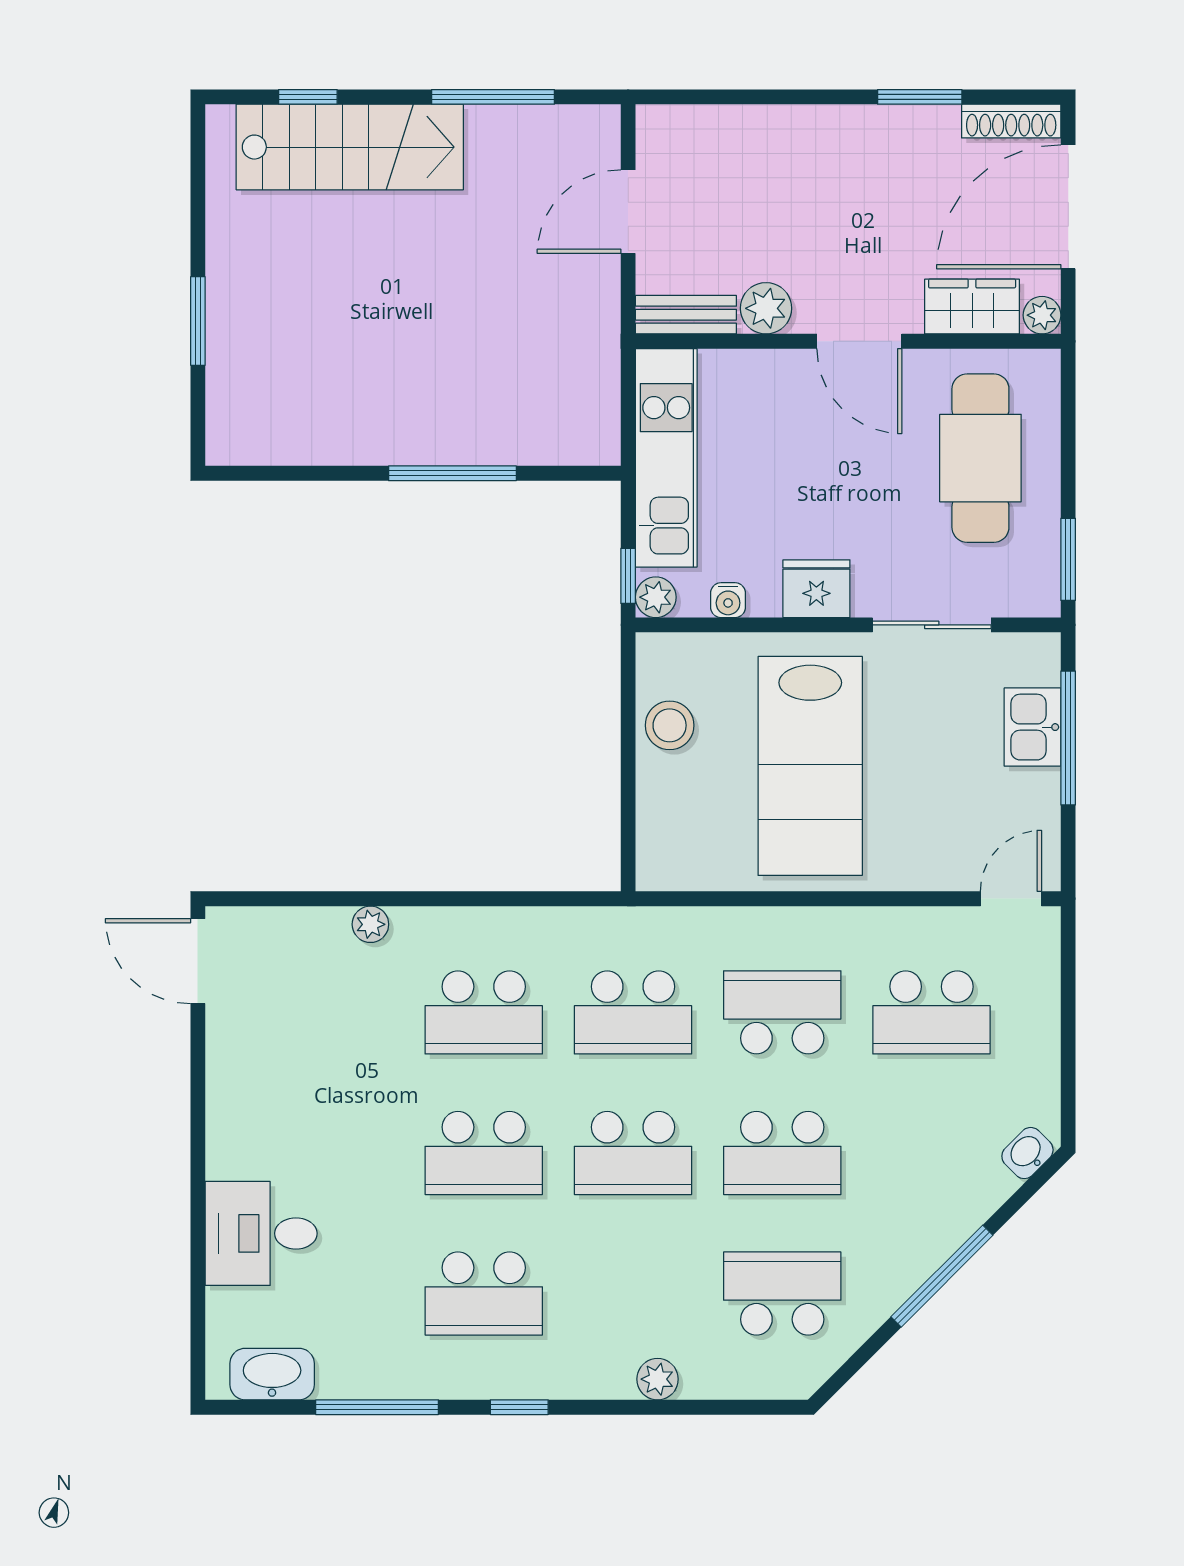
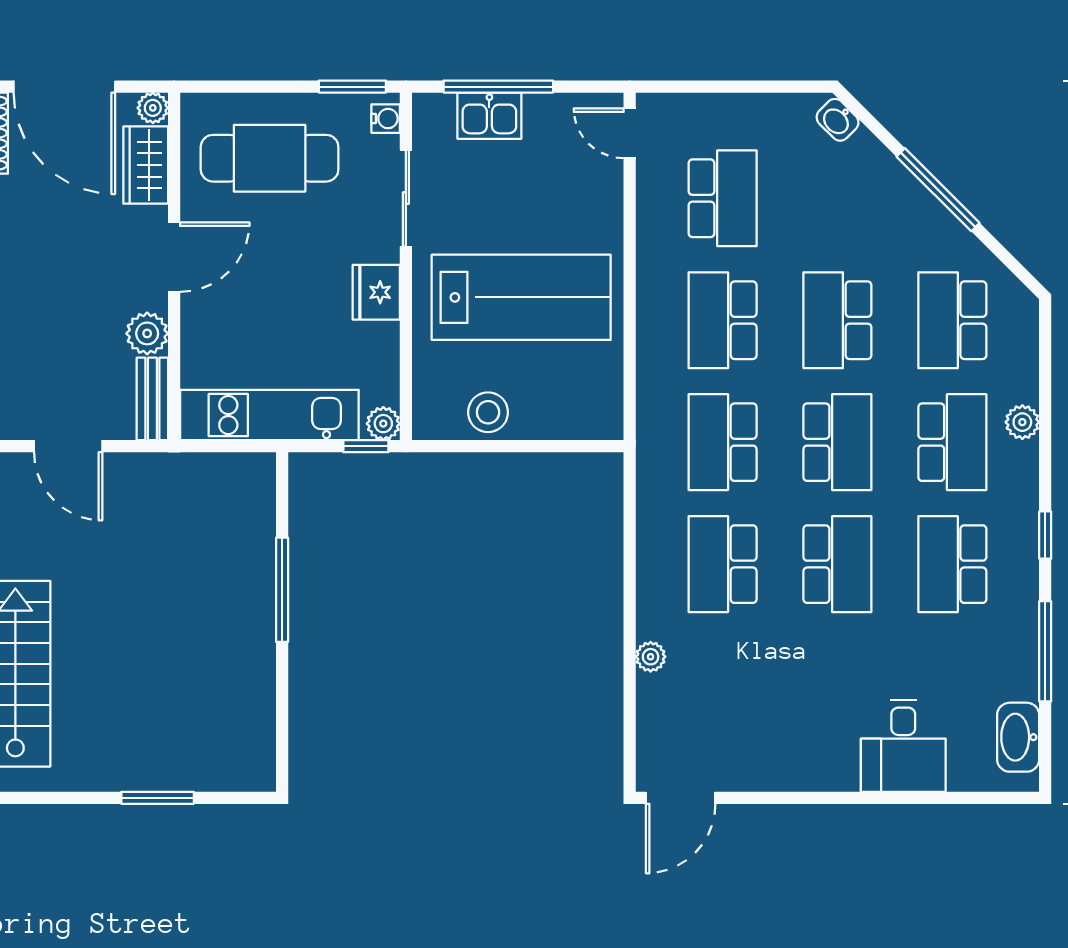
water cooler: (728, 600) -> (386, 119), moved
school desk: (484, 1012) -> (723, 564), turned 180
school desk: (633, 1012) -> (723, 442), turned 180
school desk: (782, 1153) -> (837, 320), turned 180
school desk: (484, 1294) -> (952, 564), turned 180
school desk: (633, 1294) -> (952, 442), added

